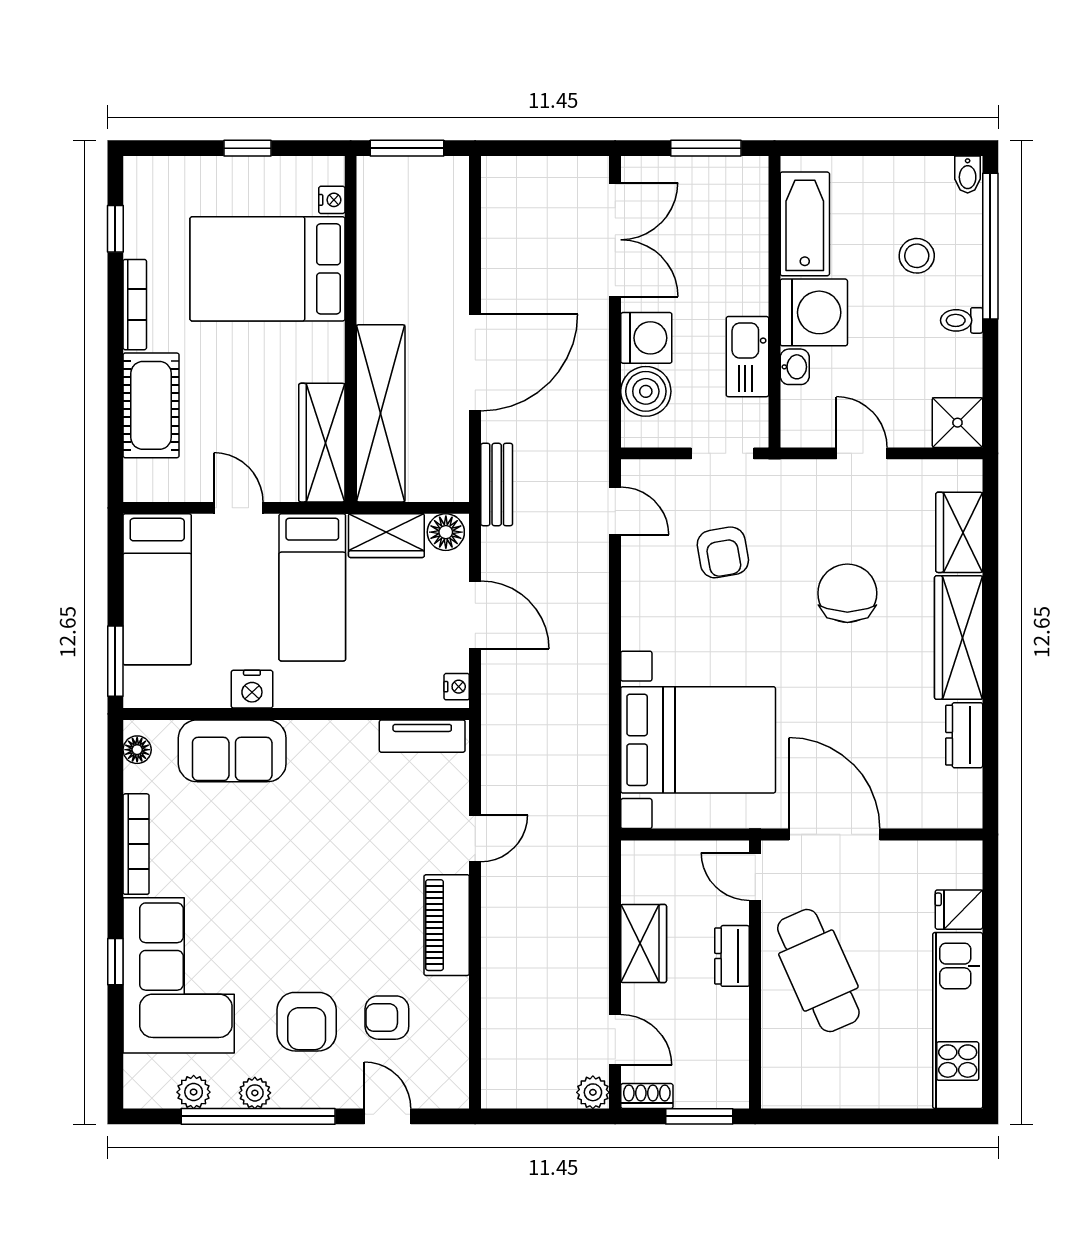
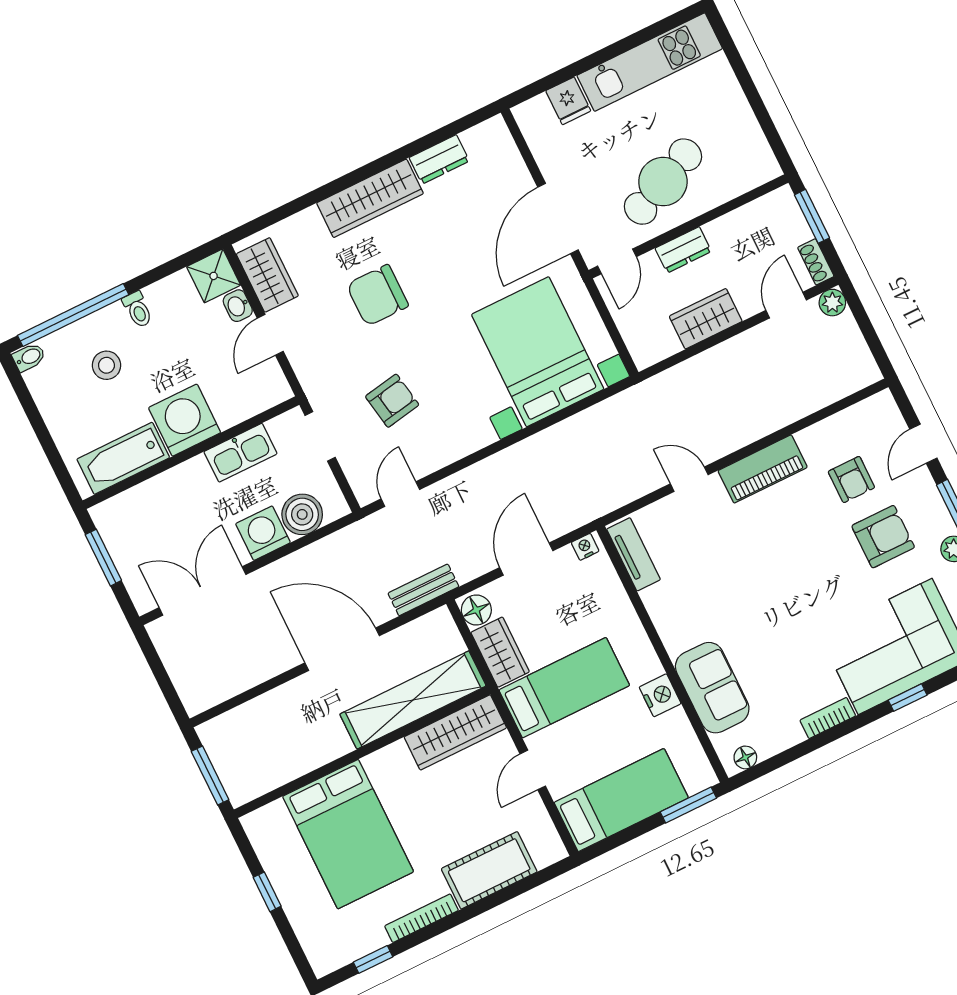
nightstand: (332, 200) -> (275, 812), removed
washbasin: (795, 367) -> (238, 306), moved, turned -90
wardrobe: (959, 532) -> (267, 275), moved, turned -90
bookcase: (136, 844) -> (828, 718), width x0.64

